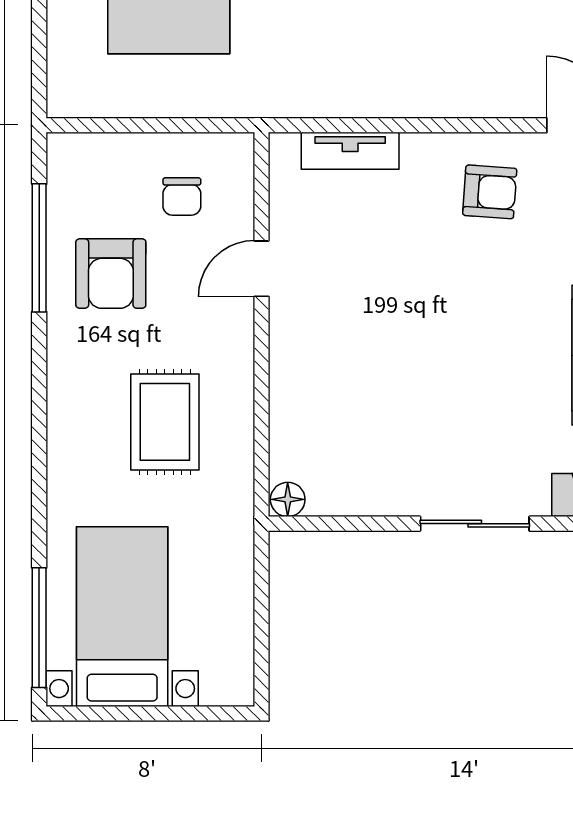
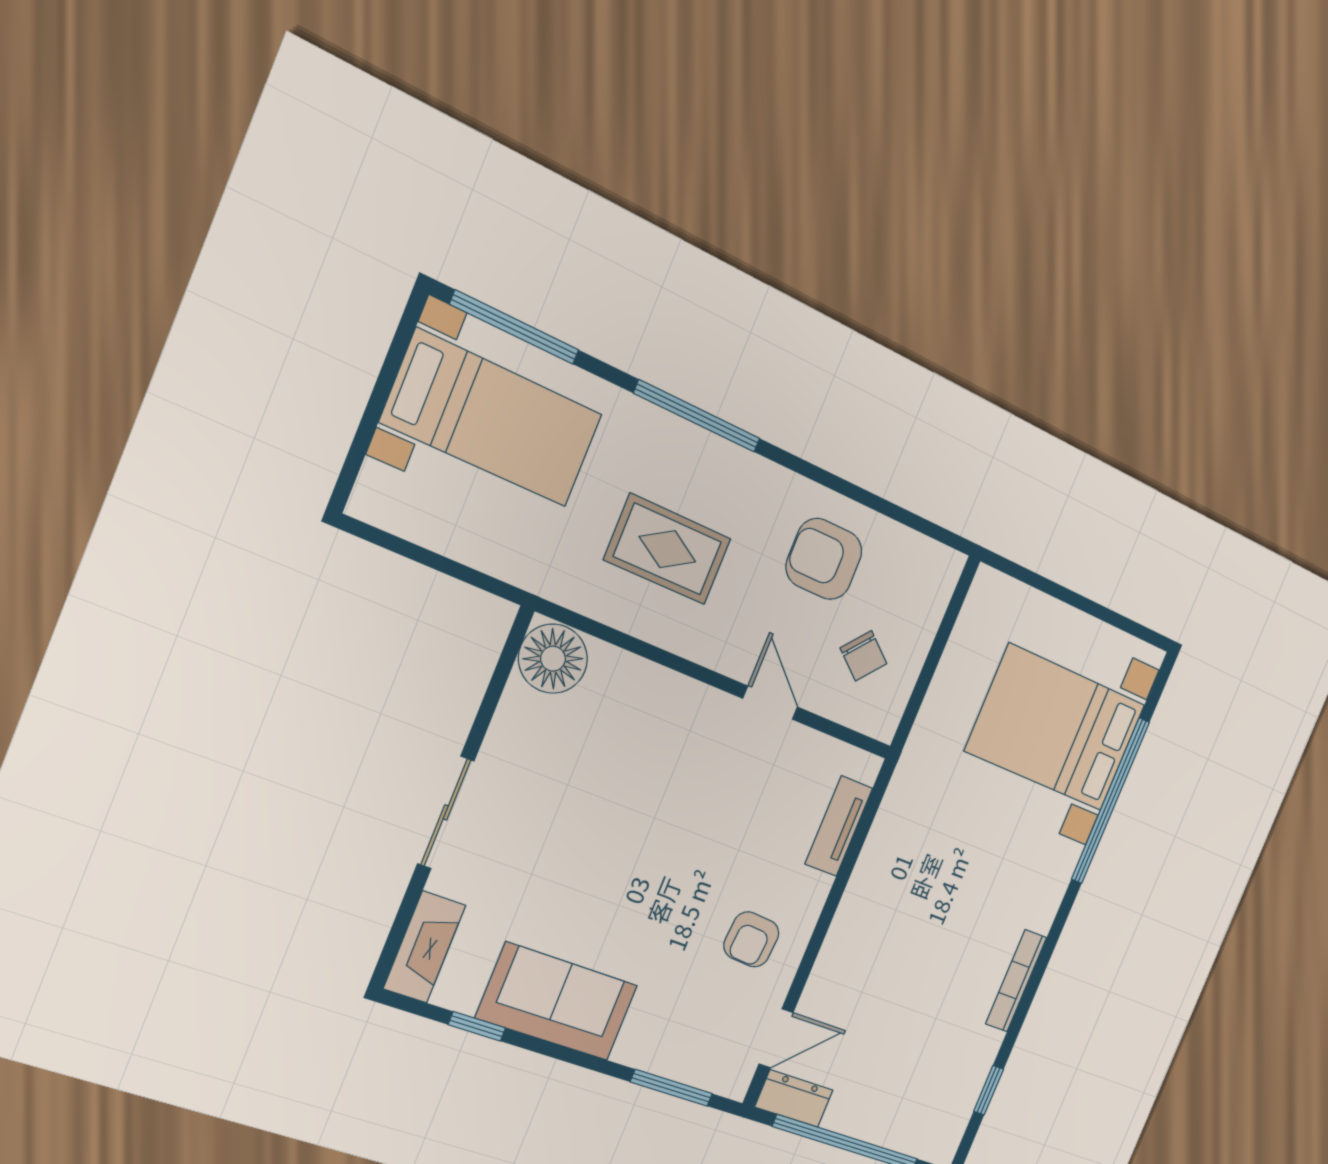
chair: (182, 196) -> (863, 656), turned -140
window: (39, 248) -> (697, 416), moved
floor lamp: (288, 499) -> (553, 659), width x1.89, depth x1.89

